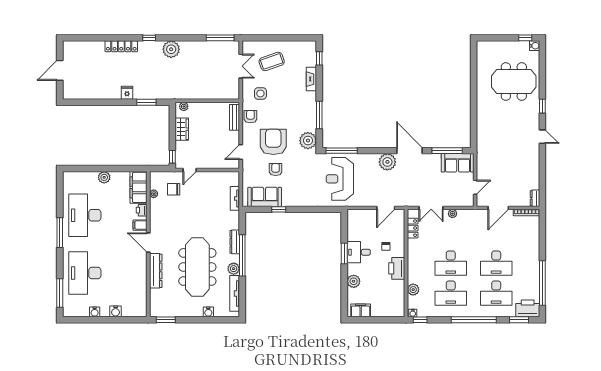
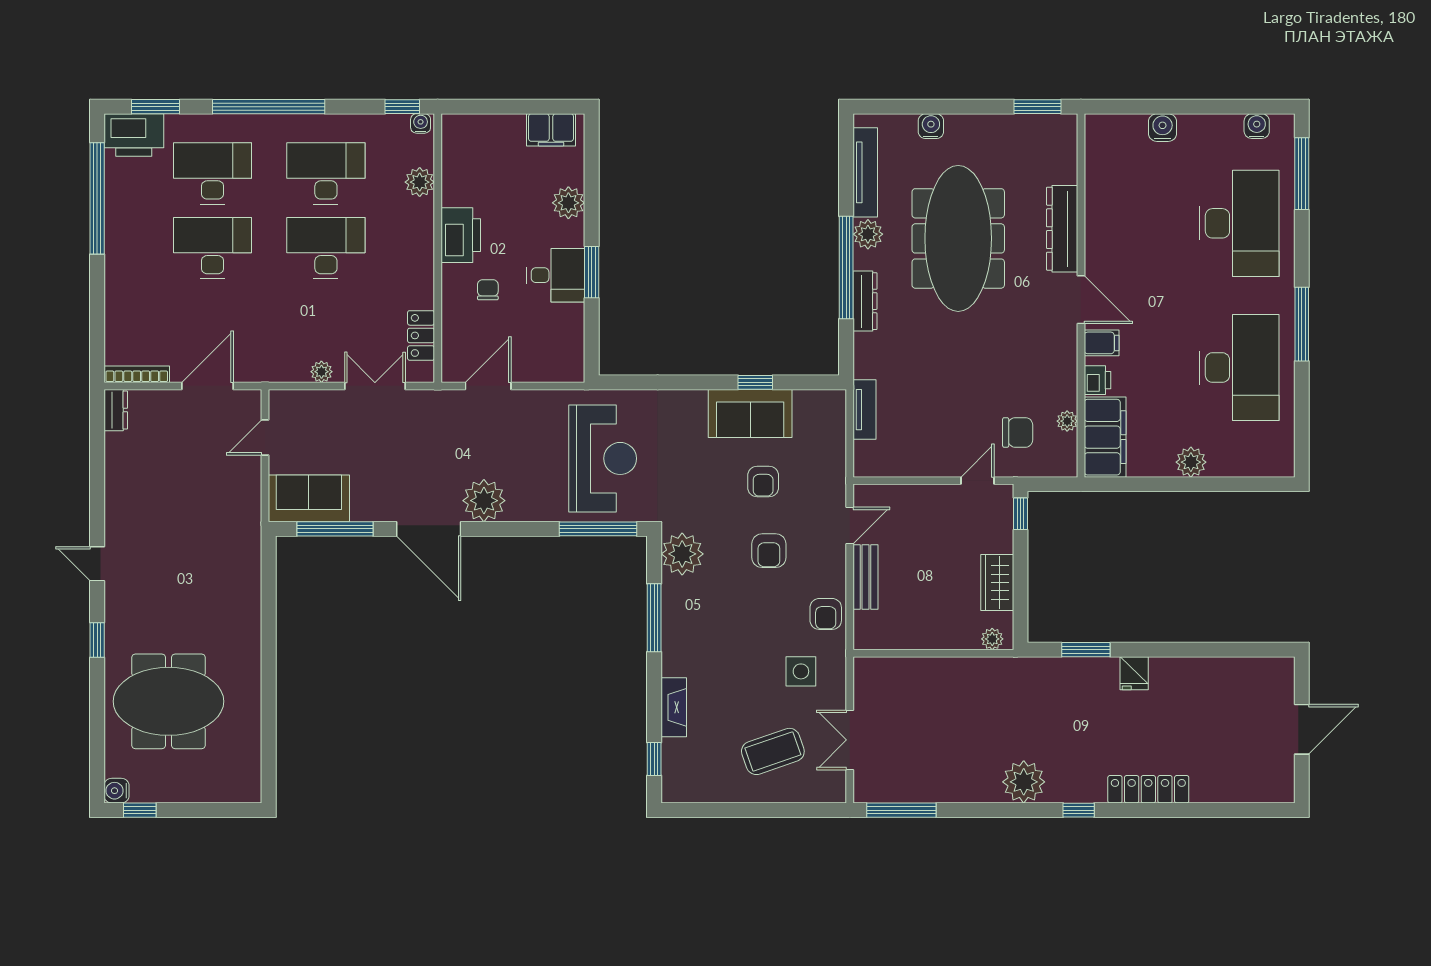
bench: (235, 117) -> (865, 577), moved
armchair: (273, 142) -> (769, 551), width x0.53, depth x0.53
sofa: (265, 197) -> (750, 413), moved
water cooler: (95, 312) -> (1257, 126), moved

